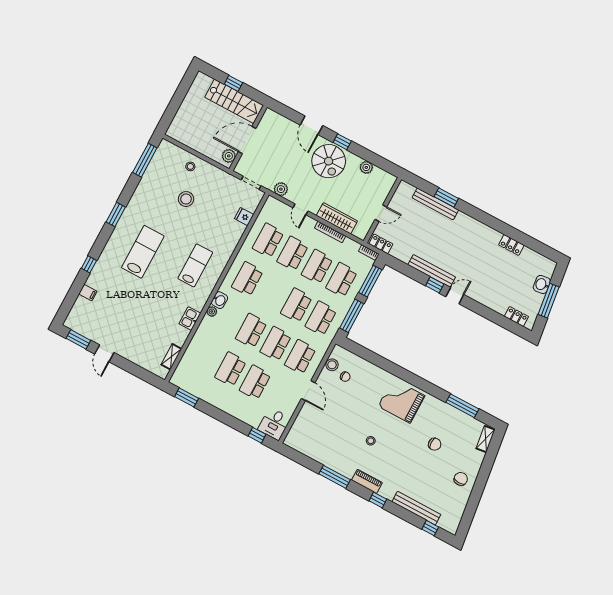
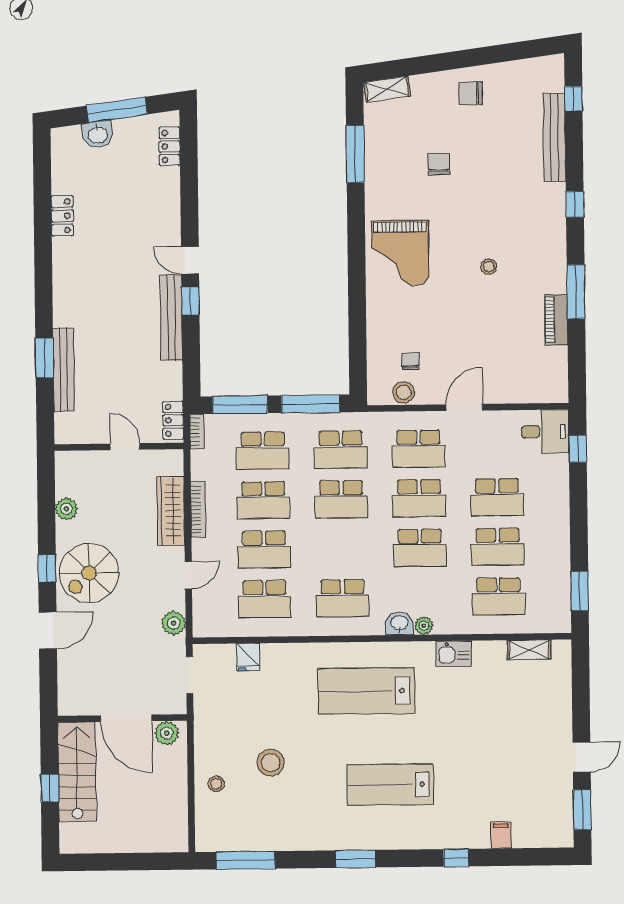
spiral stairs: (329, 161) -> (89, 573), turned 180
lab bench: (195, 265) -> (366, 691), width x1.36, depth x1.39
school desk: (206, 356) -> (498, 596), added
piano: (367, 481) -> (556, 320), moved

